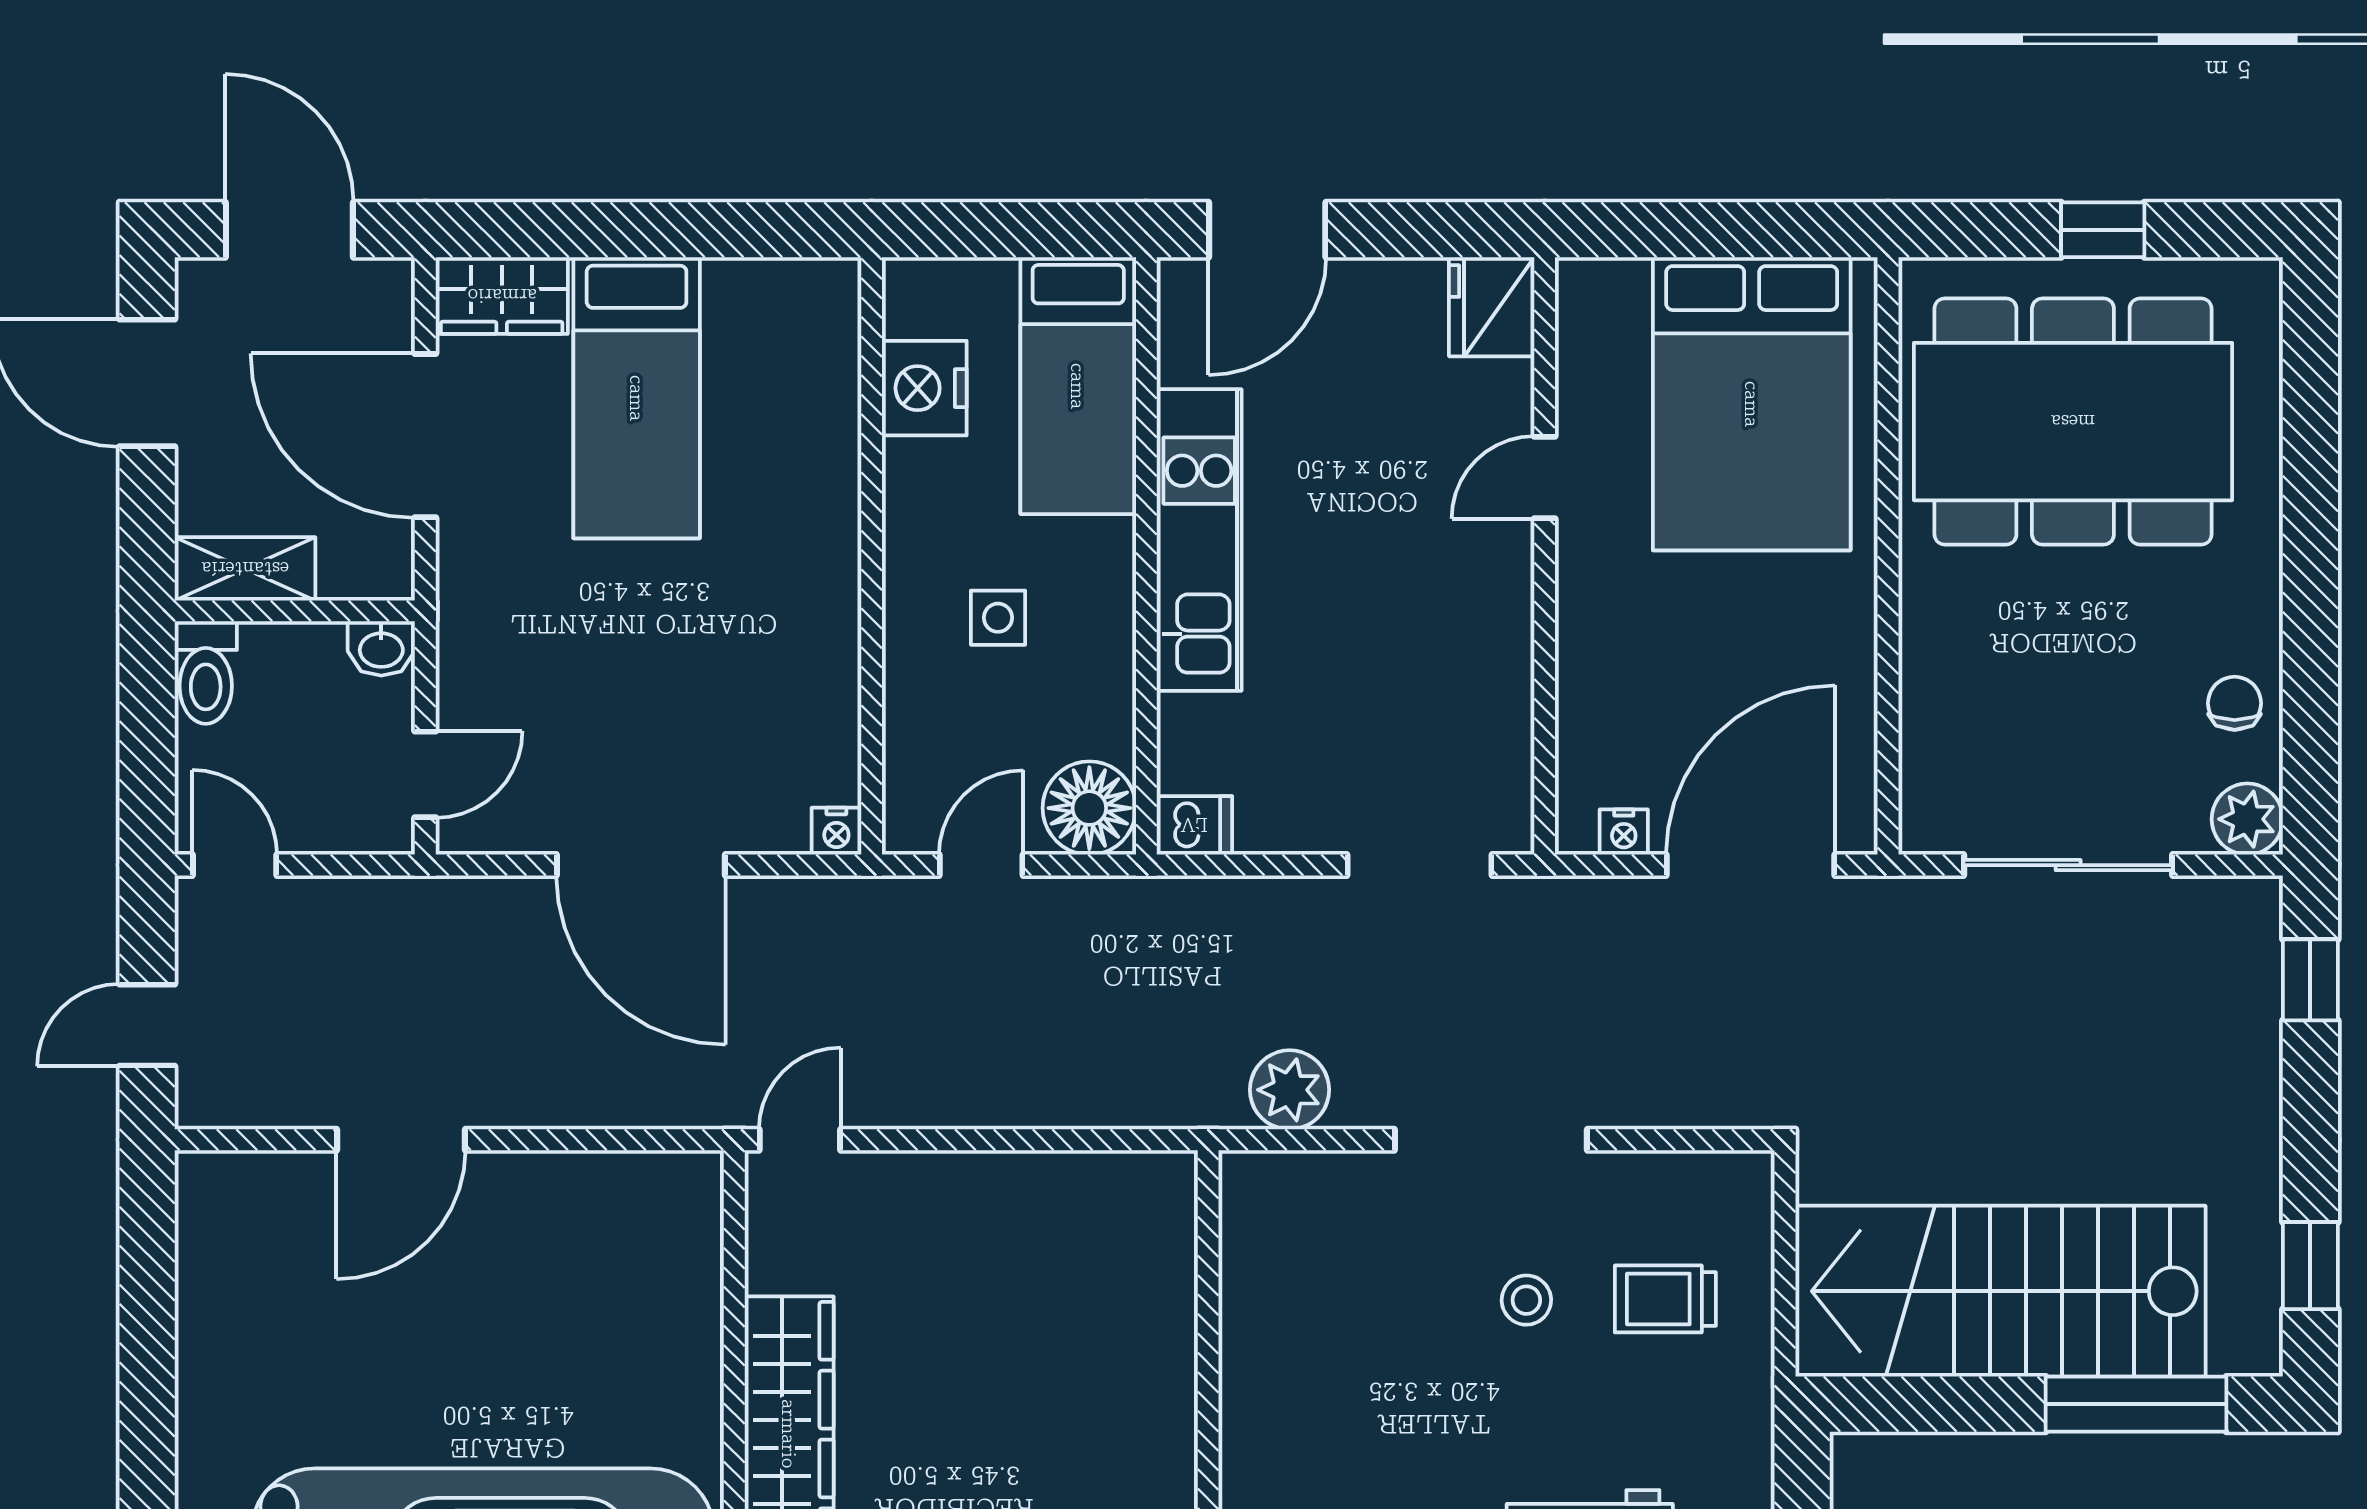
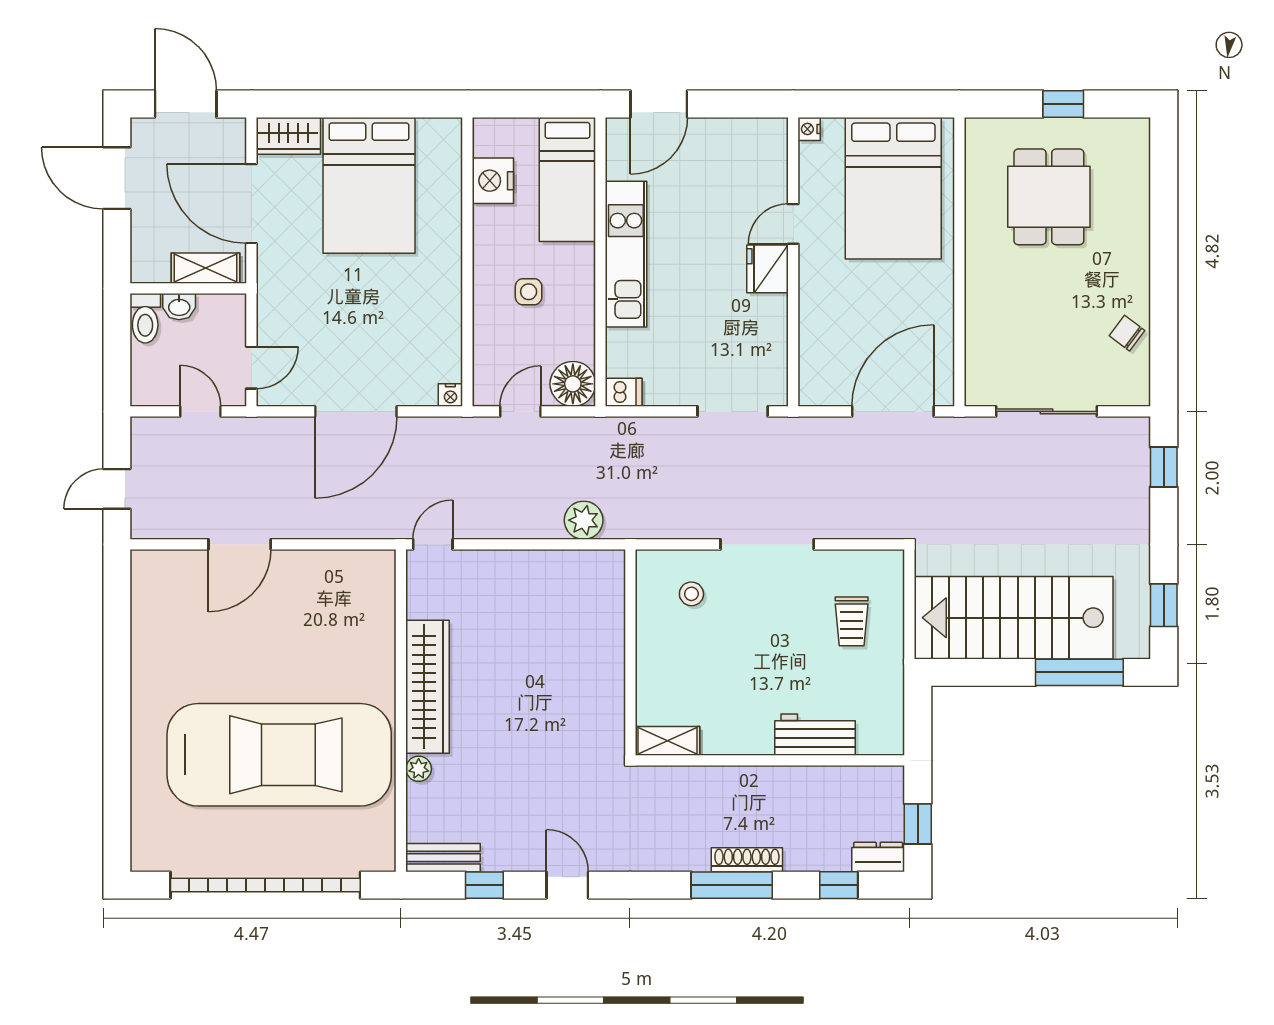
fridge: (1492, 307) -> (768, 269), moved
bed: (637, 398) -> (369, 185), width x1.50
dining table: (2073, 422) -> (1049, 197), width x0.53, depth x0.80
shelving: (245, 569) -> (205, 268), moved
washbasin: (381, 648) -> (179, 307), moved
chair: (2235, 703) -> (1127, 333), turned -53
plant: (2247, 819) -> (1133, 389), removed
nightstand: (1624, 832) -> (809, 129), moved, turned 90
door: (235, 865) -> (200, 411), moved
door: (641, 865) -> (356, 411), hinge flipped
plant: (1290, 1090) -> (584, 520), moved
trolley: (1665, 1299) -> (852, 621), turned -90
stool: (1526, 1300) -> (691, 594), moved

